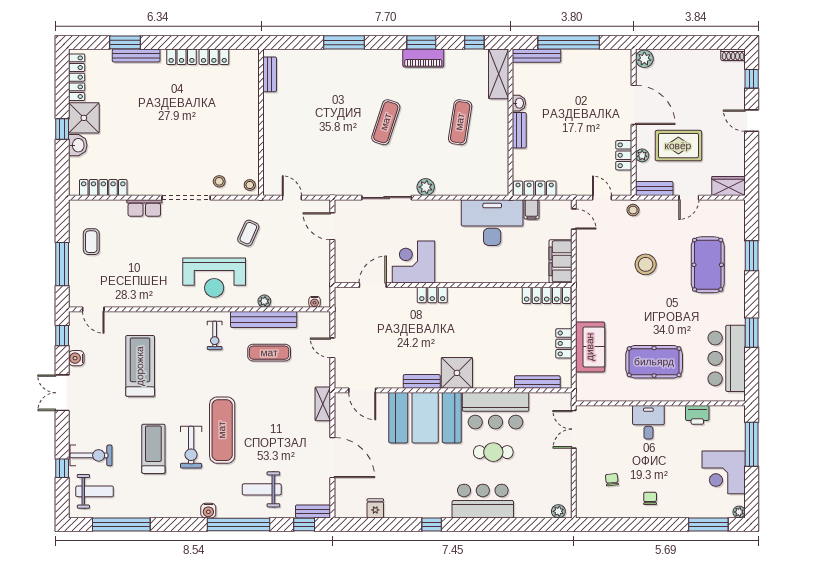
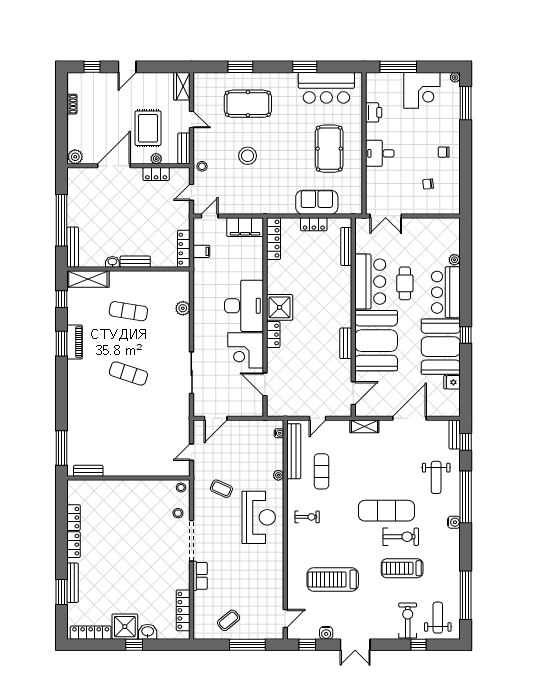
window: (344, 42) -> (62, 448), moved
shoe rack: (733, 55) -> (72, 104), moved
plant: (426, 187) -> (183, 308), moved
desk: (492, 223) -> (244, 306), moved, turned 180
coffee table: (91, 242) -> (229, 620), turned -39
bench: (264, 320) -> (294, 451), moved
shower: (457, 373) -> (280, 307), moved
booth: (418, 495) -> (441, 347), added
plant: (558, 511) -> (454, 260), moved

